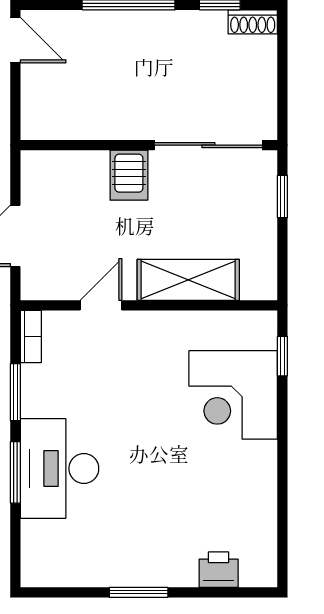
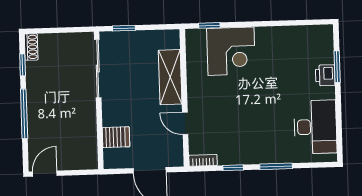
server rack: (129, 175) -> (116, 137), moved
window: (15, 392) -> (233, 168), width x0.67
desk: (60, 469) -> (315, 127), moved, turned -90
printer: (219, 570) -> (325, 75), moved
window: (139, 592) -> (337, 67), moved

